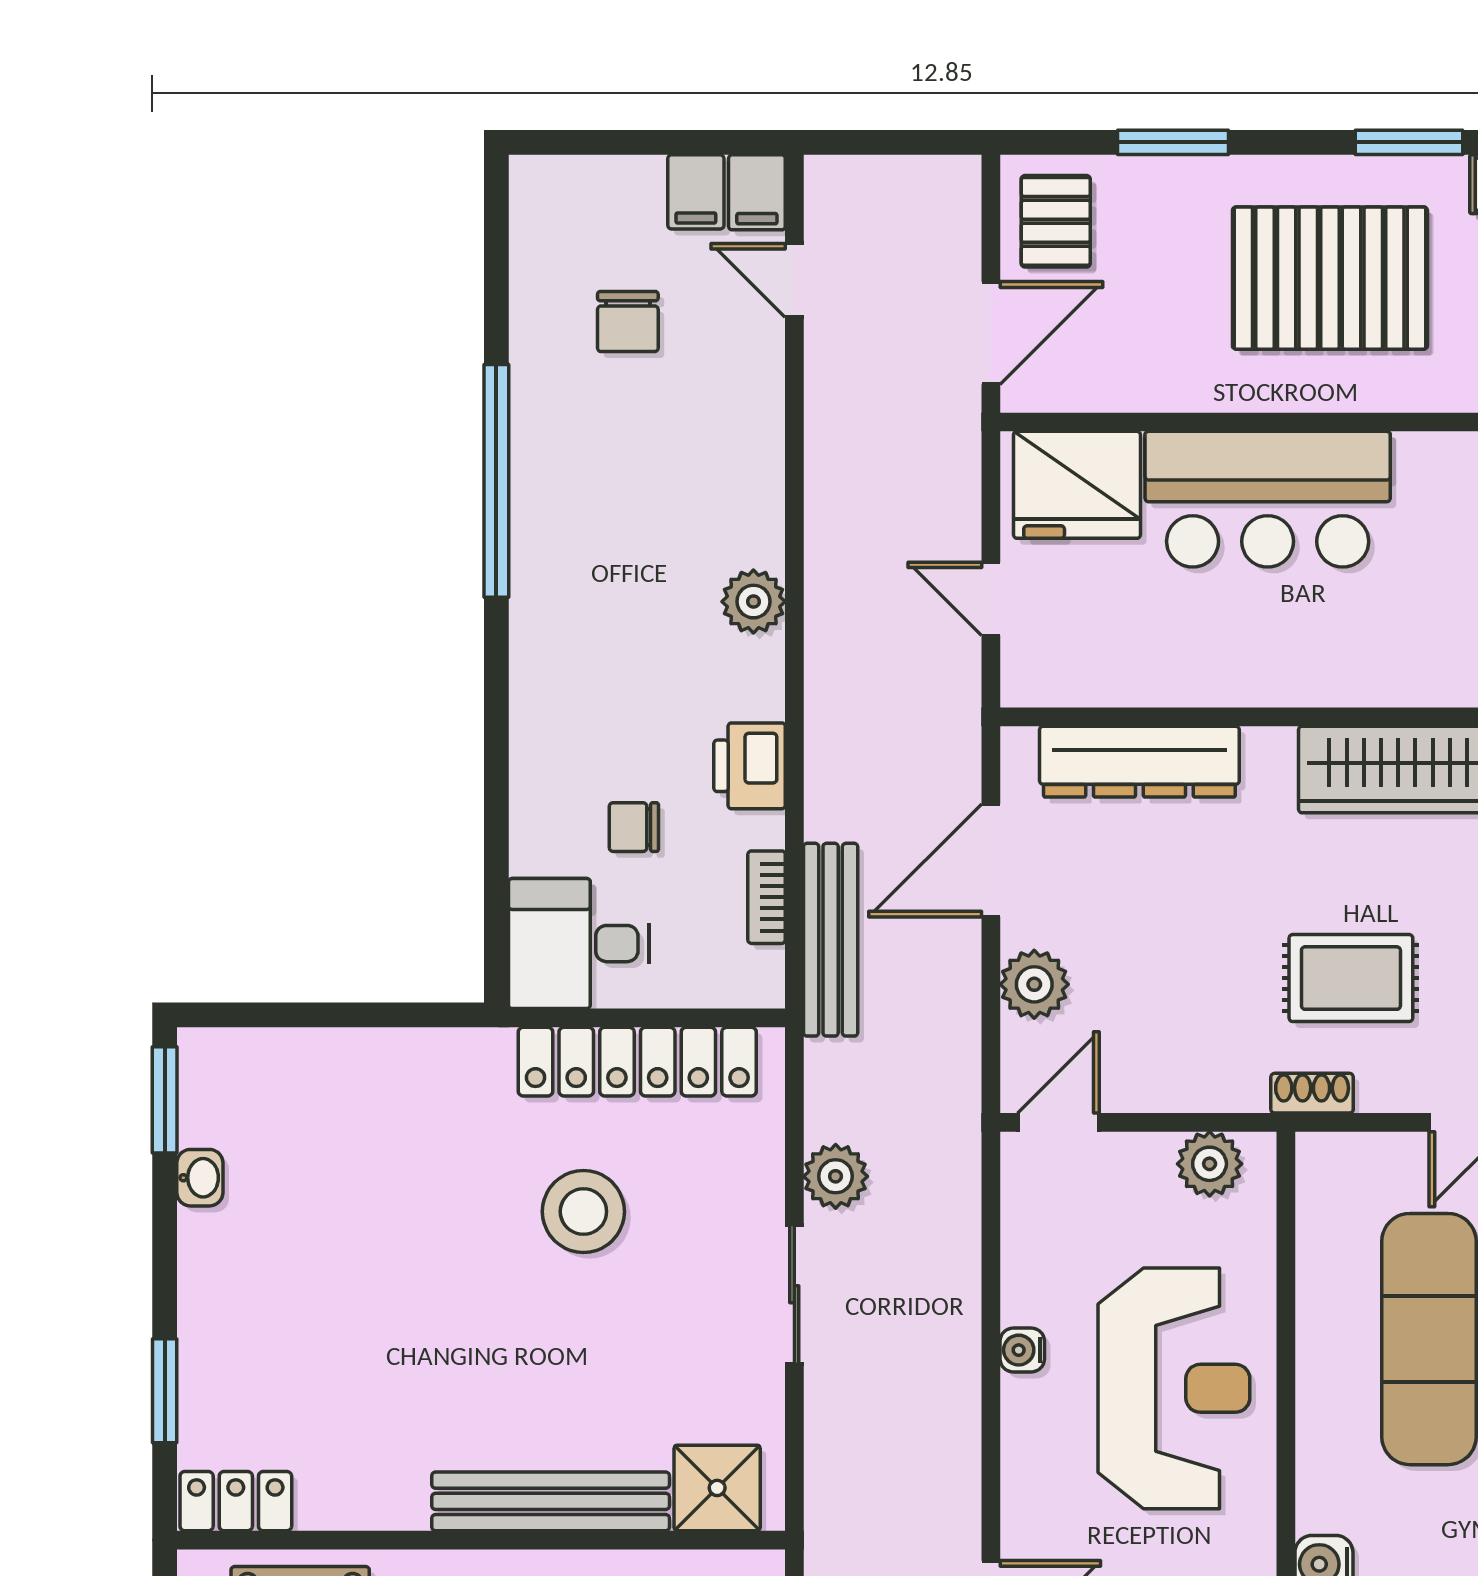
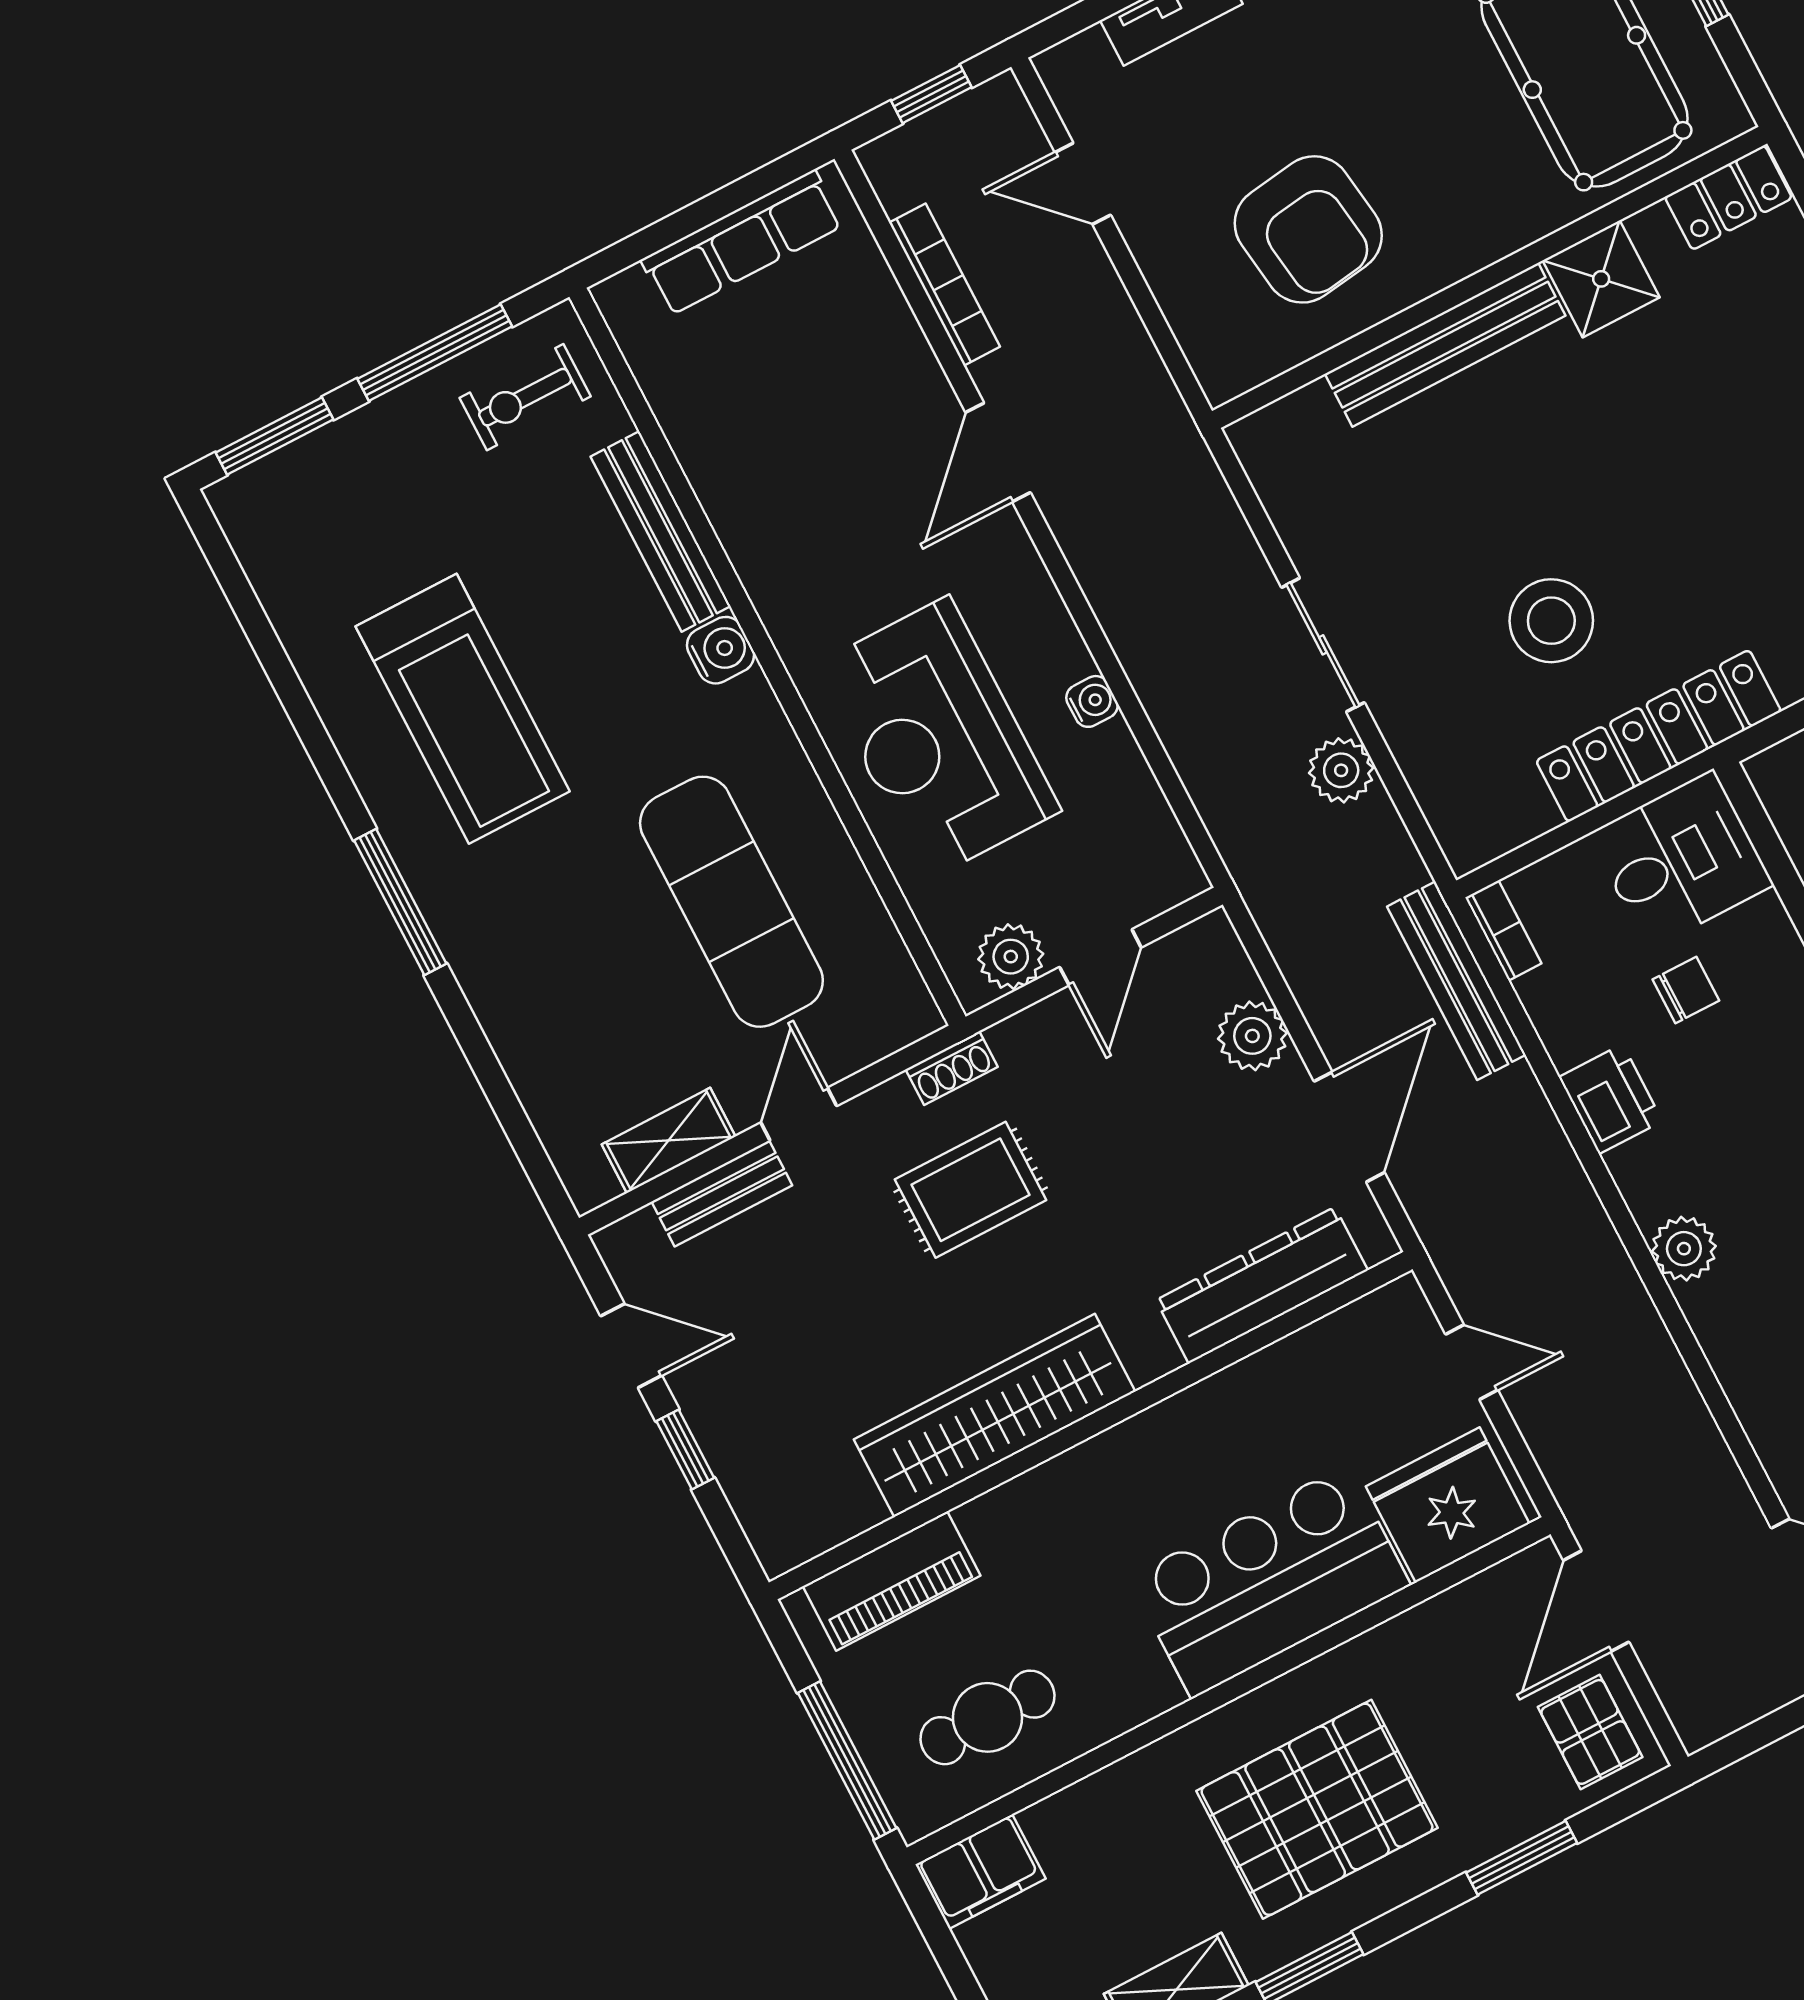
bookcase: (767, 897) -> (1503, 930), moved
locker: (637, 1062) -> (1659, 736), moved
door: (1058, 1122) -> (1100, 957), moved
shower: (717, 1488) -> (1601, 279), moved

